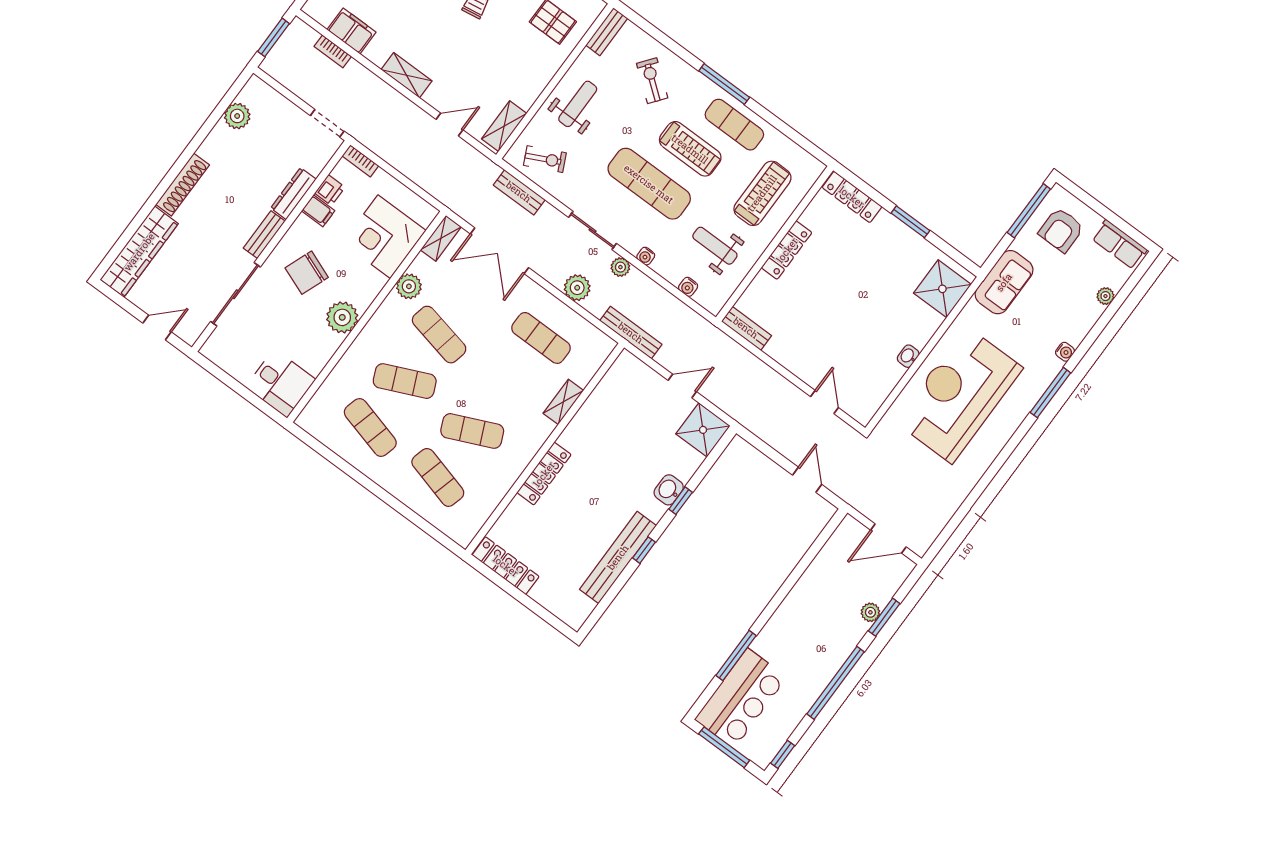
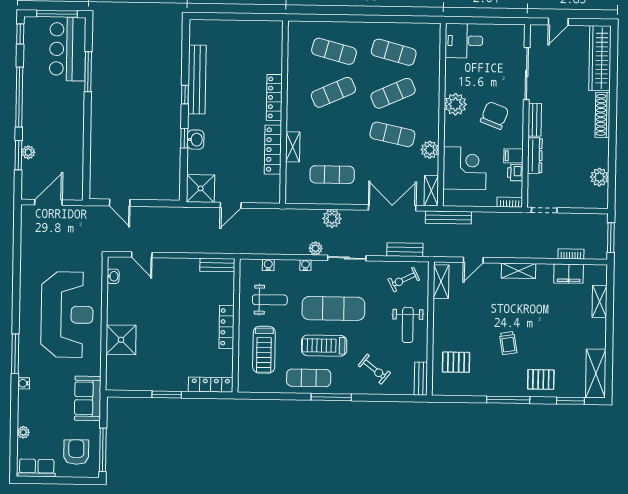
shower: (942, 289) -> (121, 340), moved
bench: (631, 333) -> (448, 217), moved
washbasin: (908, 356) -> (113, 276), moved
locker: (506, 566) -> (273, 150), moved, turned 90

